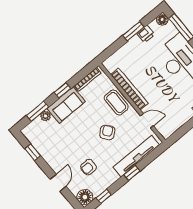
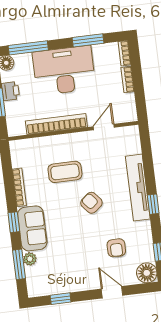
bookcase: (129, 89) -> (56, 124), moved
wall: (132, 103) -> (73, 131), moved
door: (147, 121) -> (104, 127), moved

